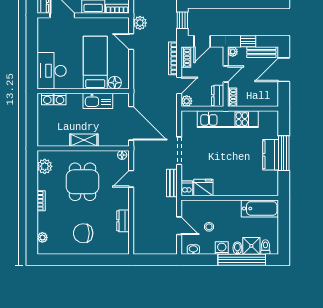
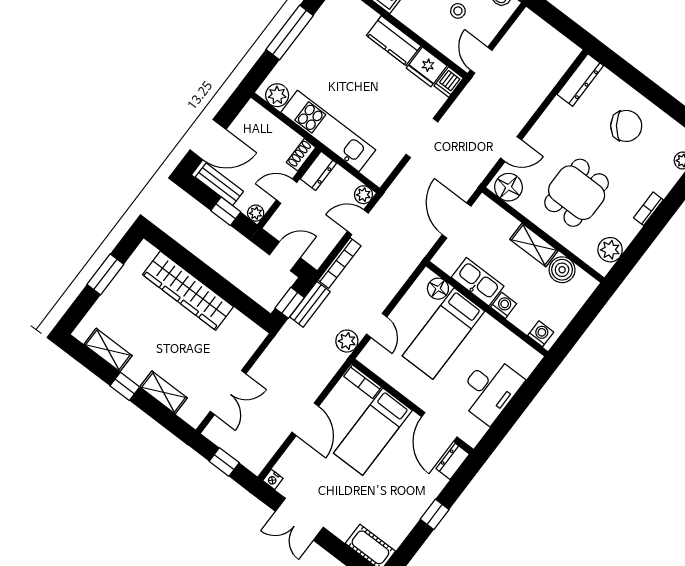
shoe rack: (186, 58) -> (322, 251), removed
desk: (52, 71) -> (490, 389), moved
washing machine: (60, 99) -> (503, 305), moved
plant: (266, 118) -> (277, 95), added
door: (131, 123) -> (457, 220), width x0.73
boiler: (61, 139) -> (562, 270), added
floor lamp: (122, 155) -> (508, 187), width x1.89, depth x1.89
kitchen counter: (271, 155) -> (394, 41), moved, turned 90
bench: (172, 183) -> (310, 304), moved
dresser: (123, 221) -> (580, 80), moved, width x1.44
door: (179, 226) -> (481, 60), moved
chair: (83, 233) -> (626, 126), turned -36

